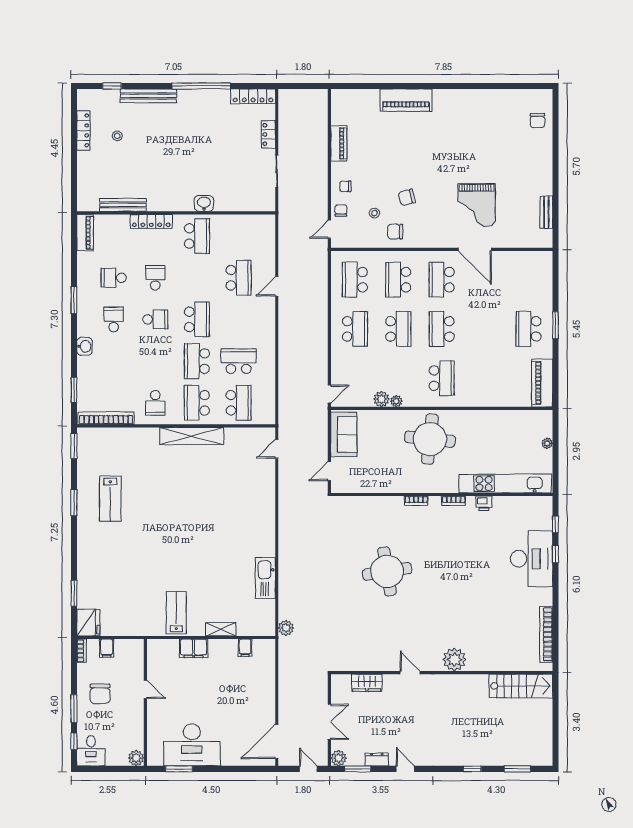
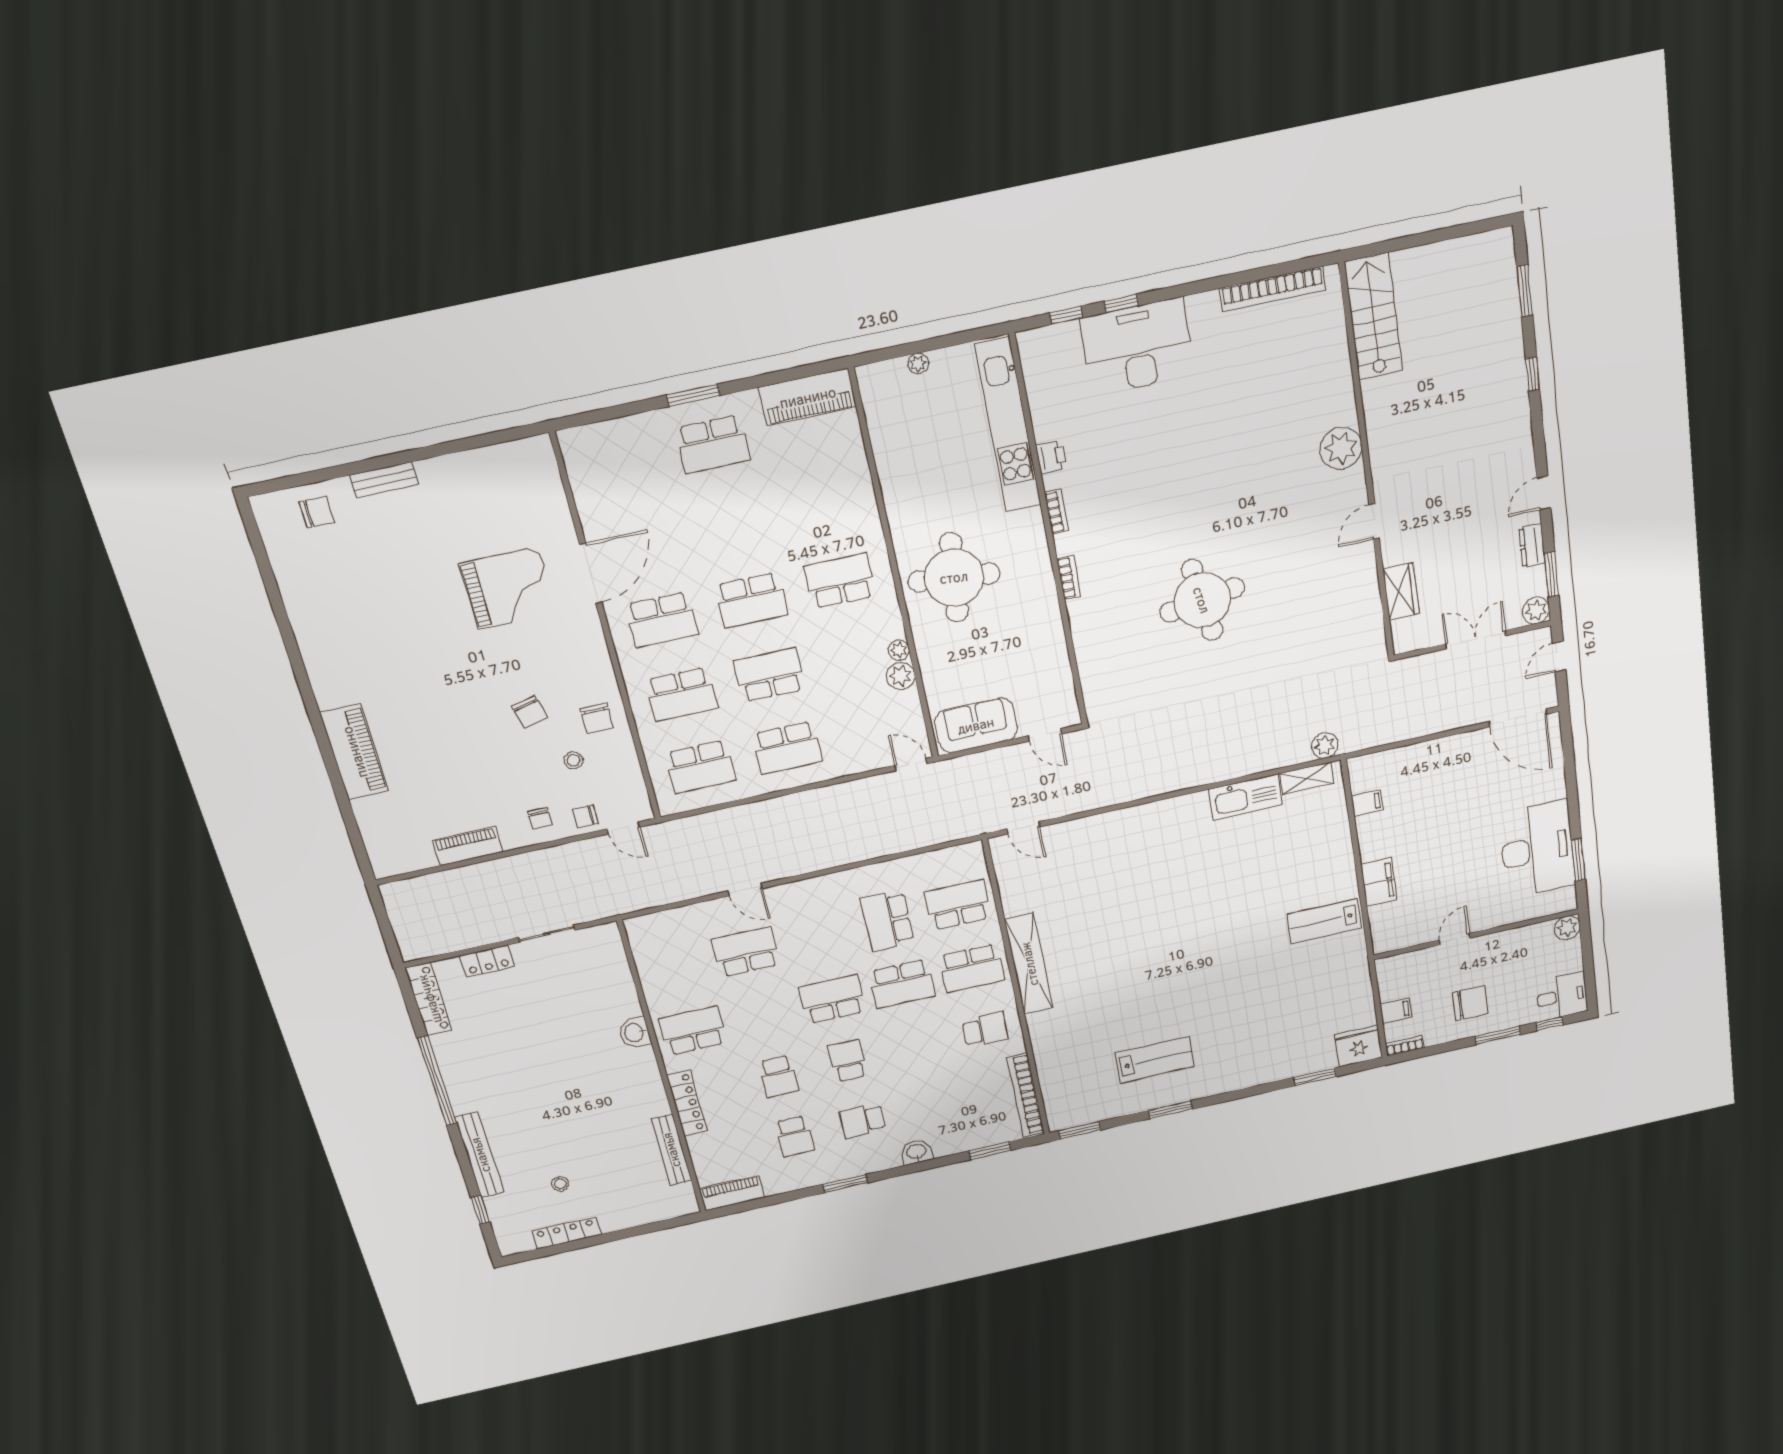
bench: (546, 212) -> (384, 480), moved
school desk: (155, 278) -> (779, 1076), turned -90
school desk: (355, 329) -> (787, 748), turned 180
shelving: (221, 629) -> (1307, 778), moved, turned 90

